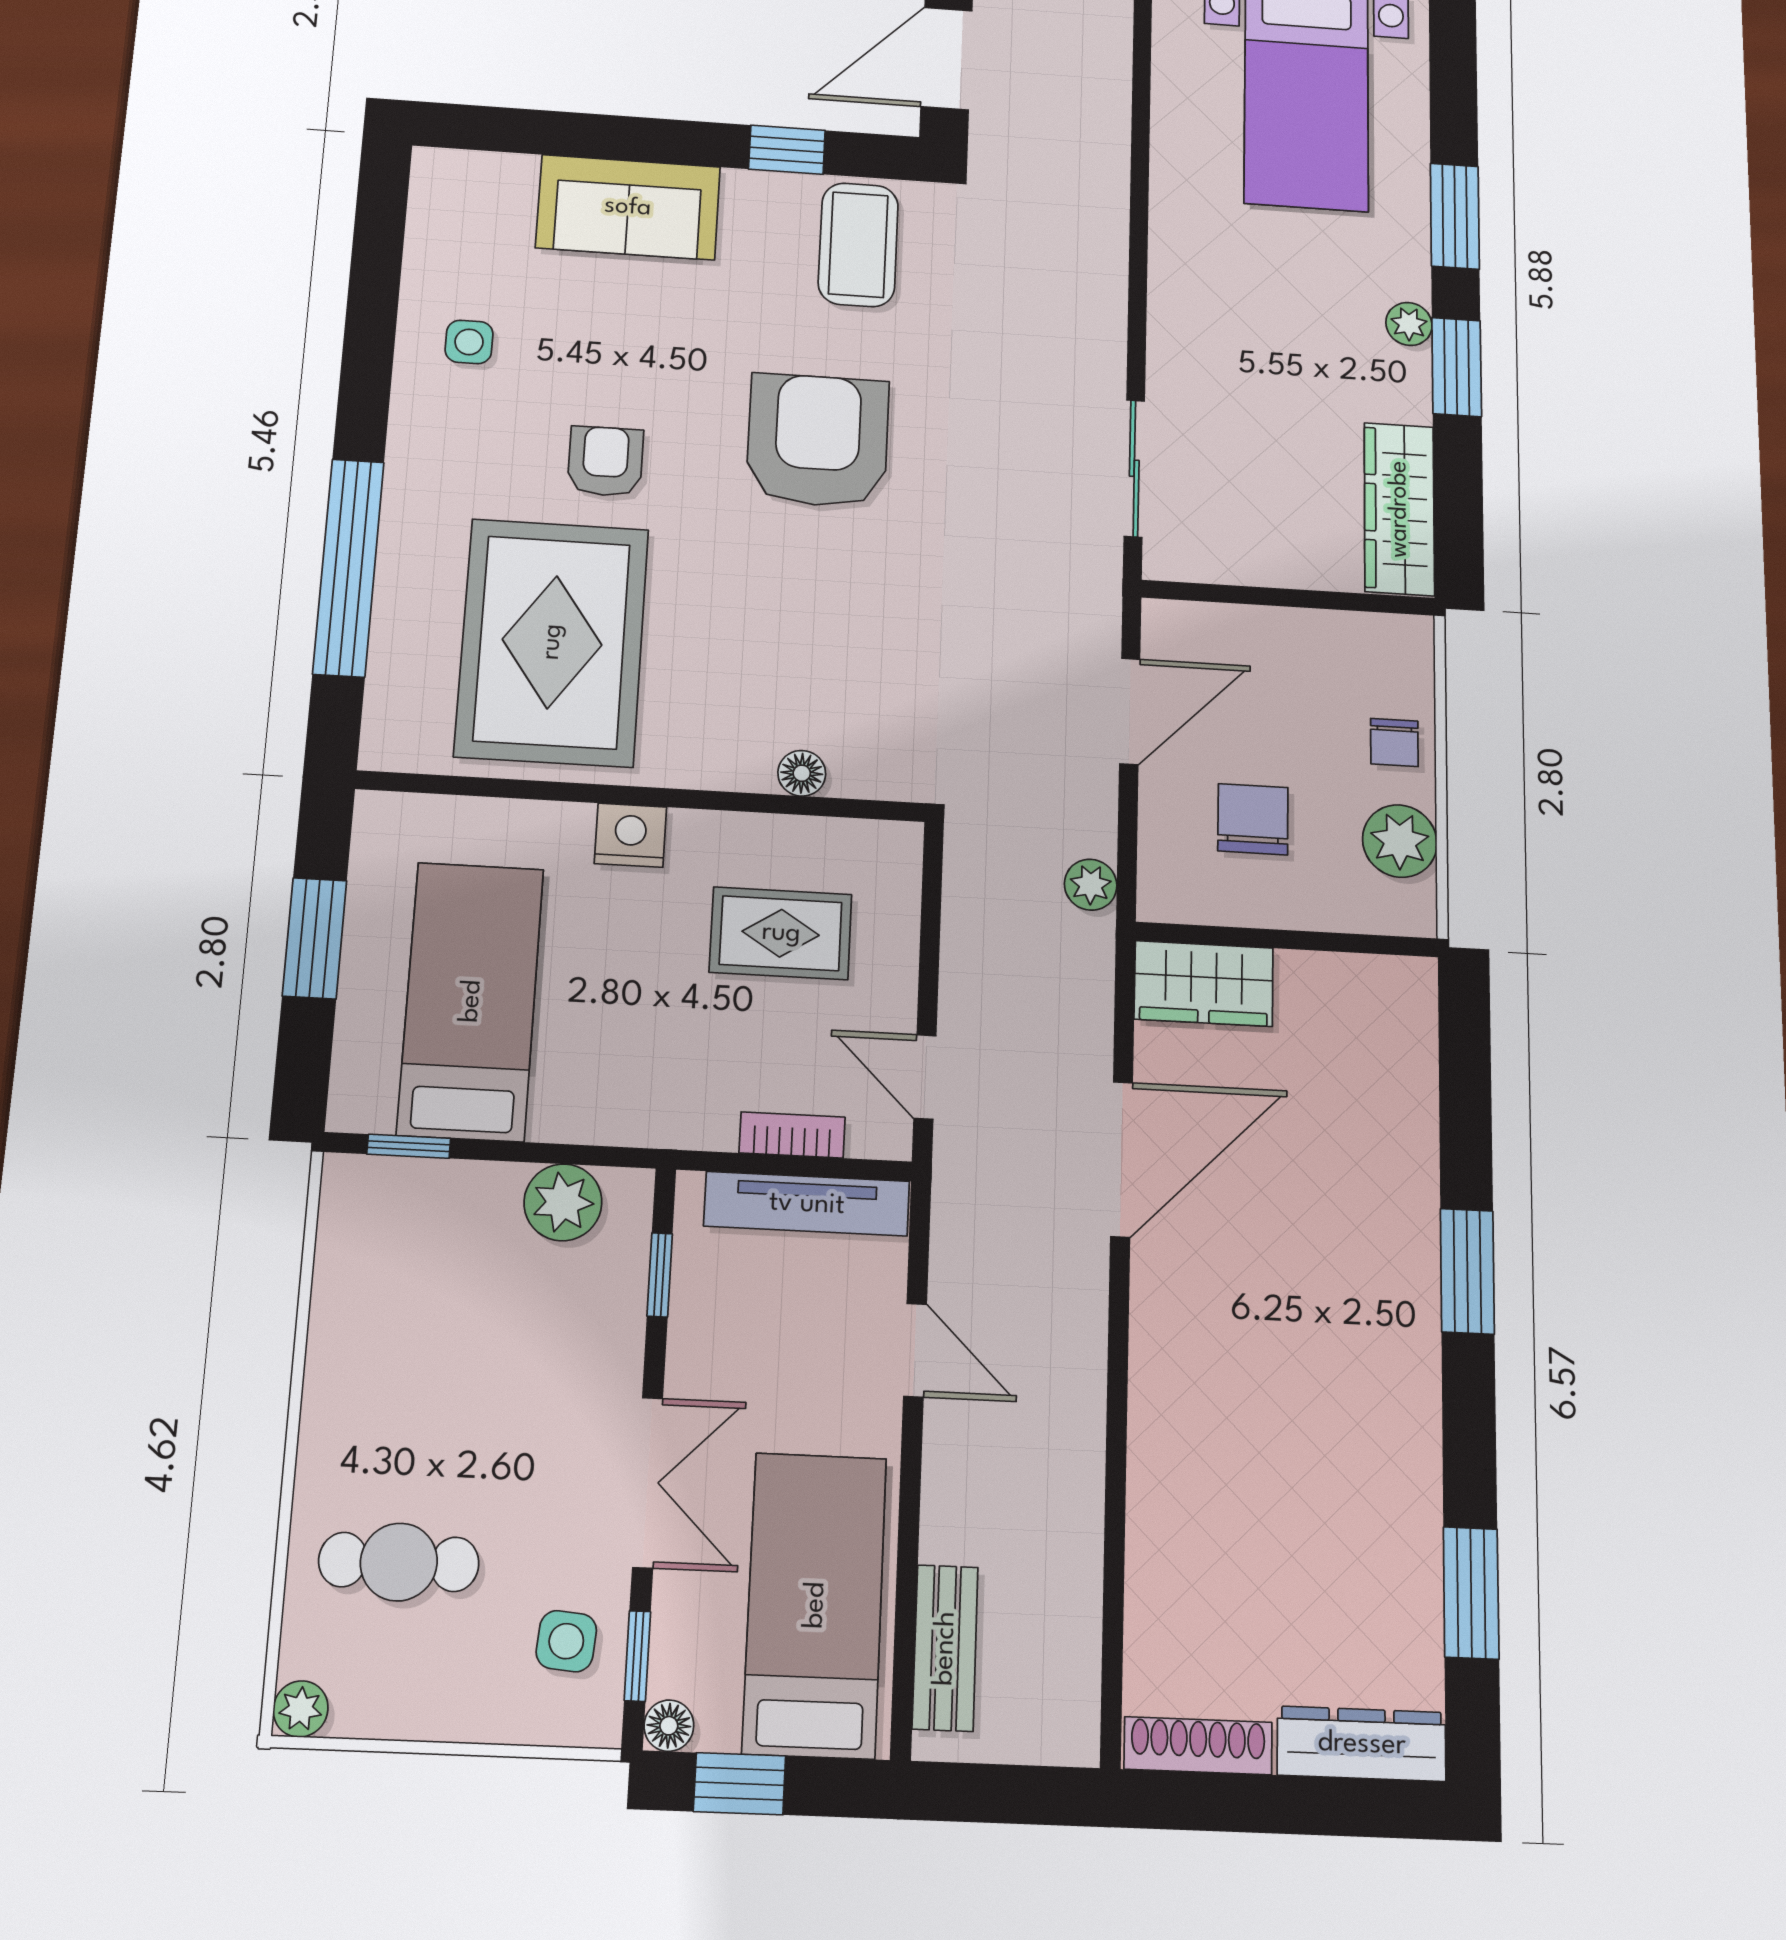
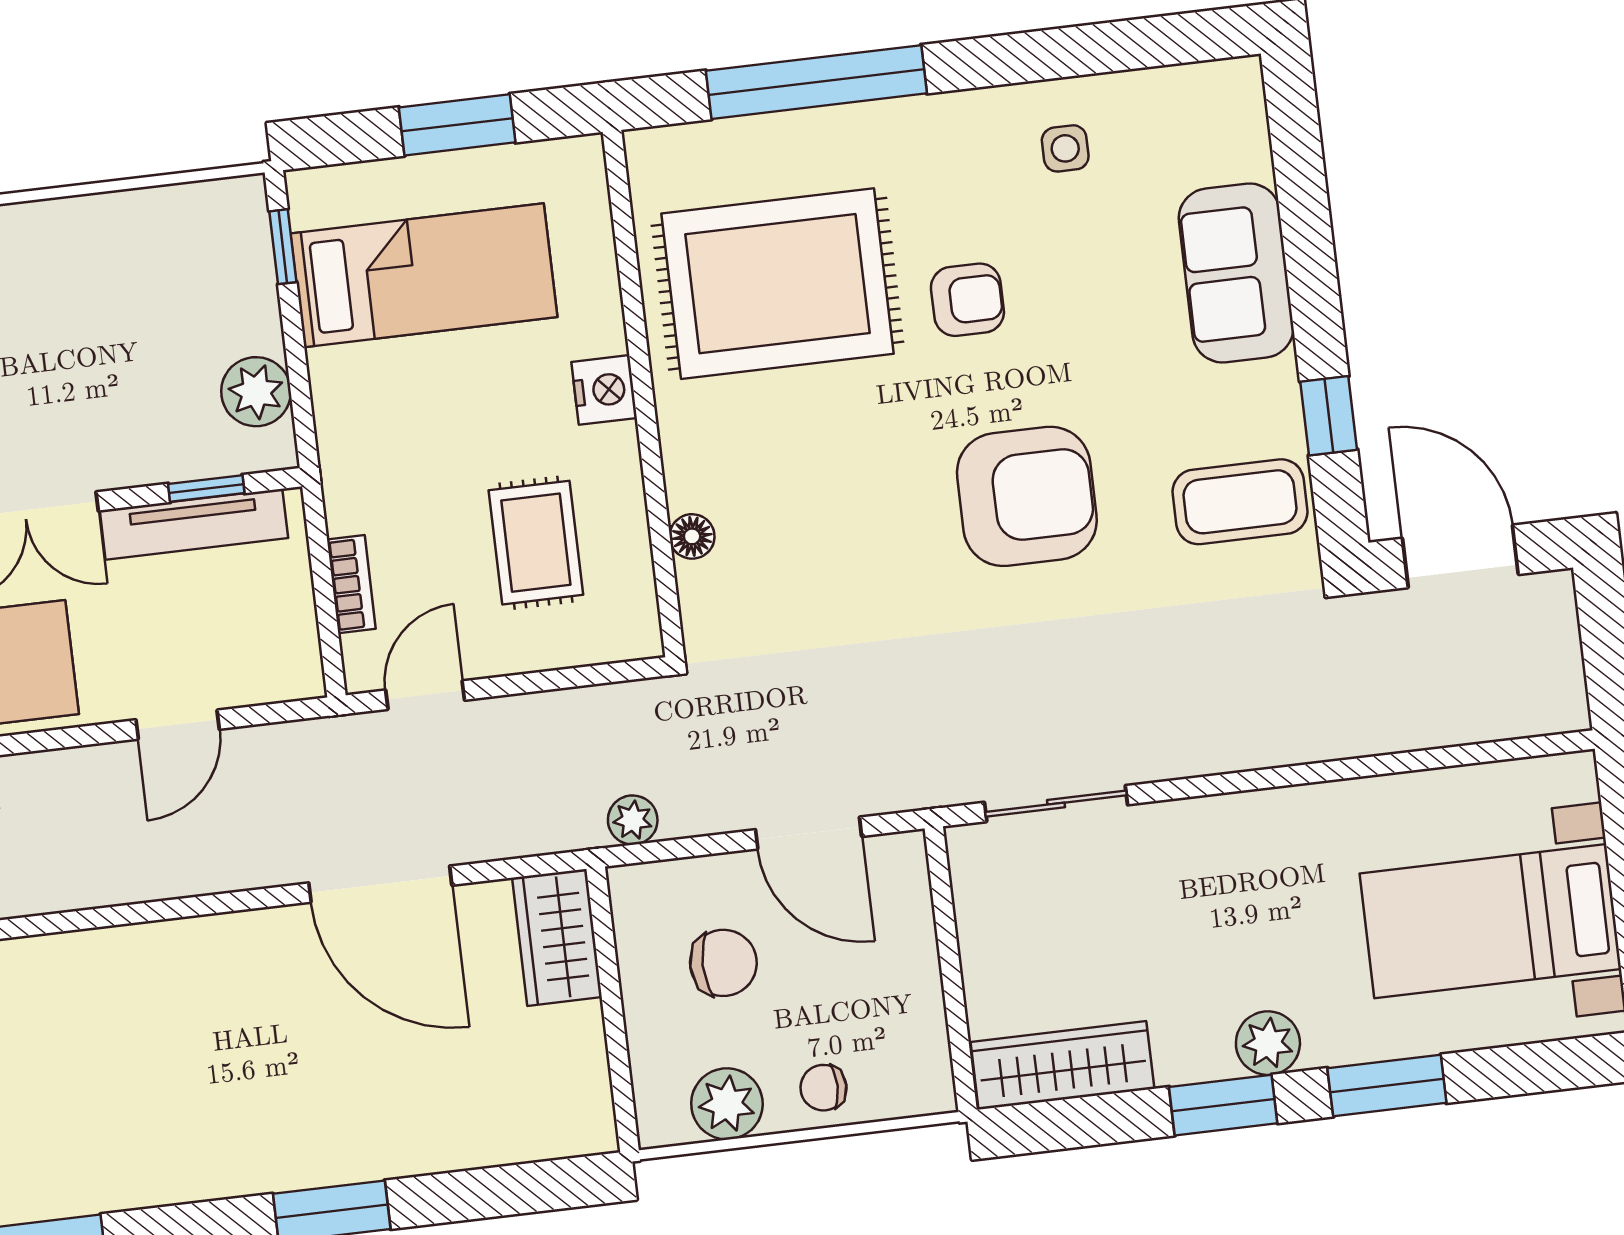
plant: (1409, 324) -> (1268, 1043), width x1.38, depth x1.38
tv unit: (807, 1204) -> (194, 524), moved, turned -90

